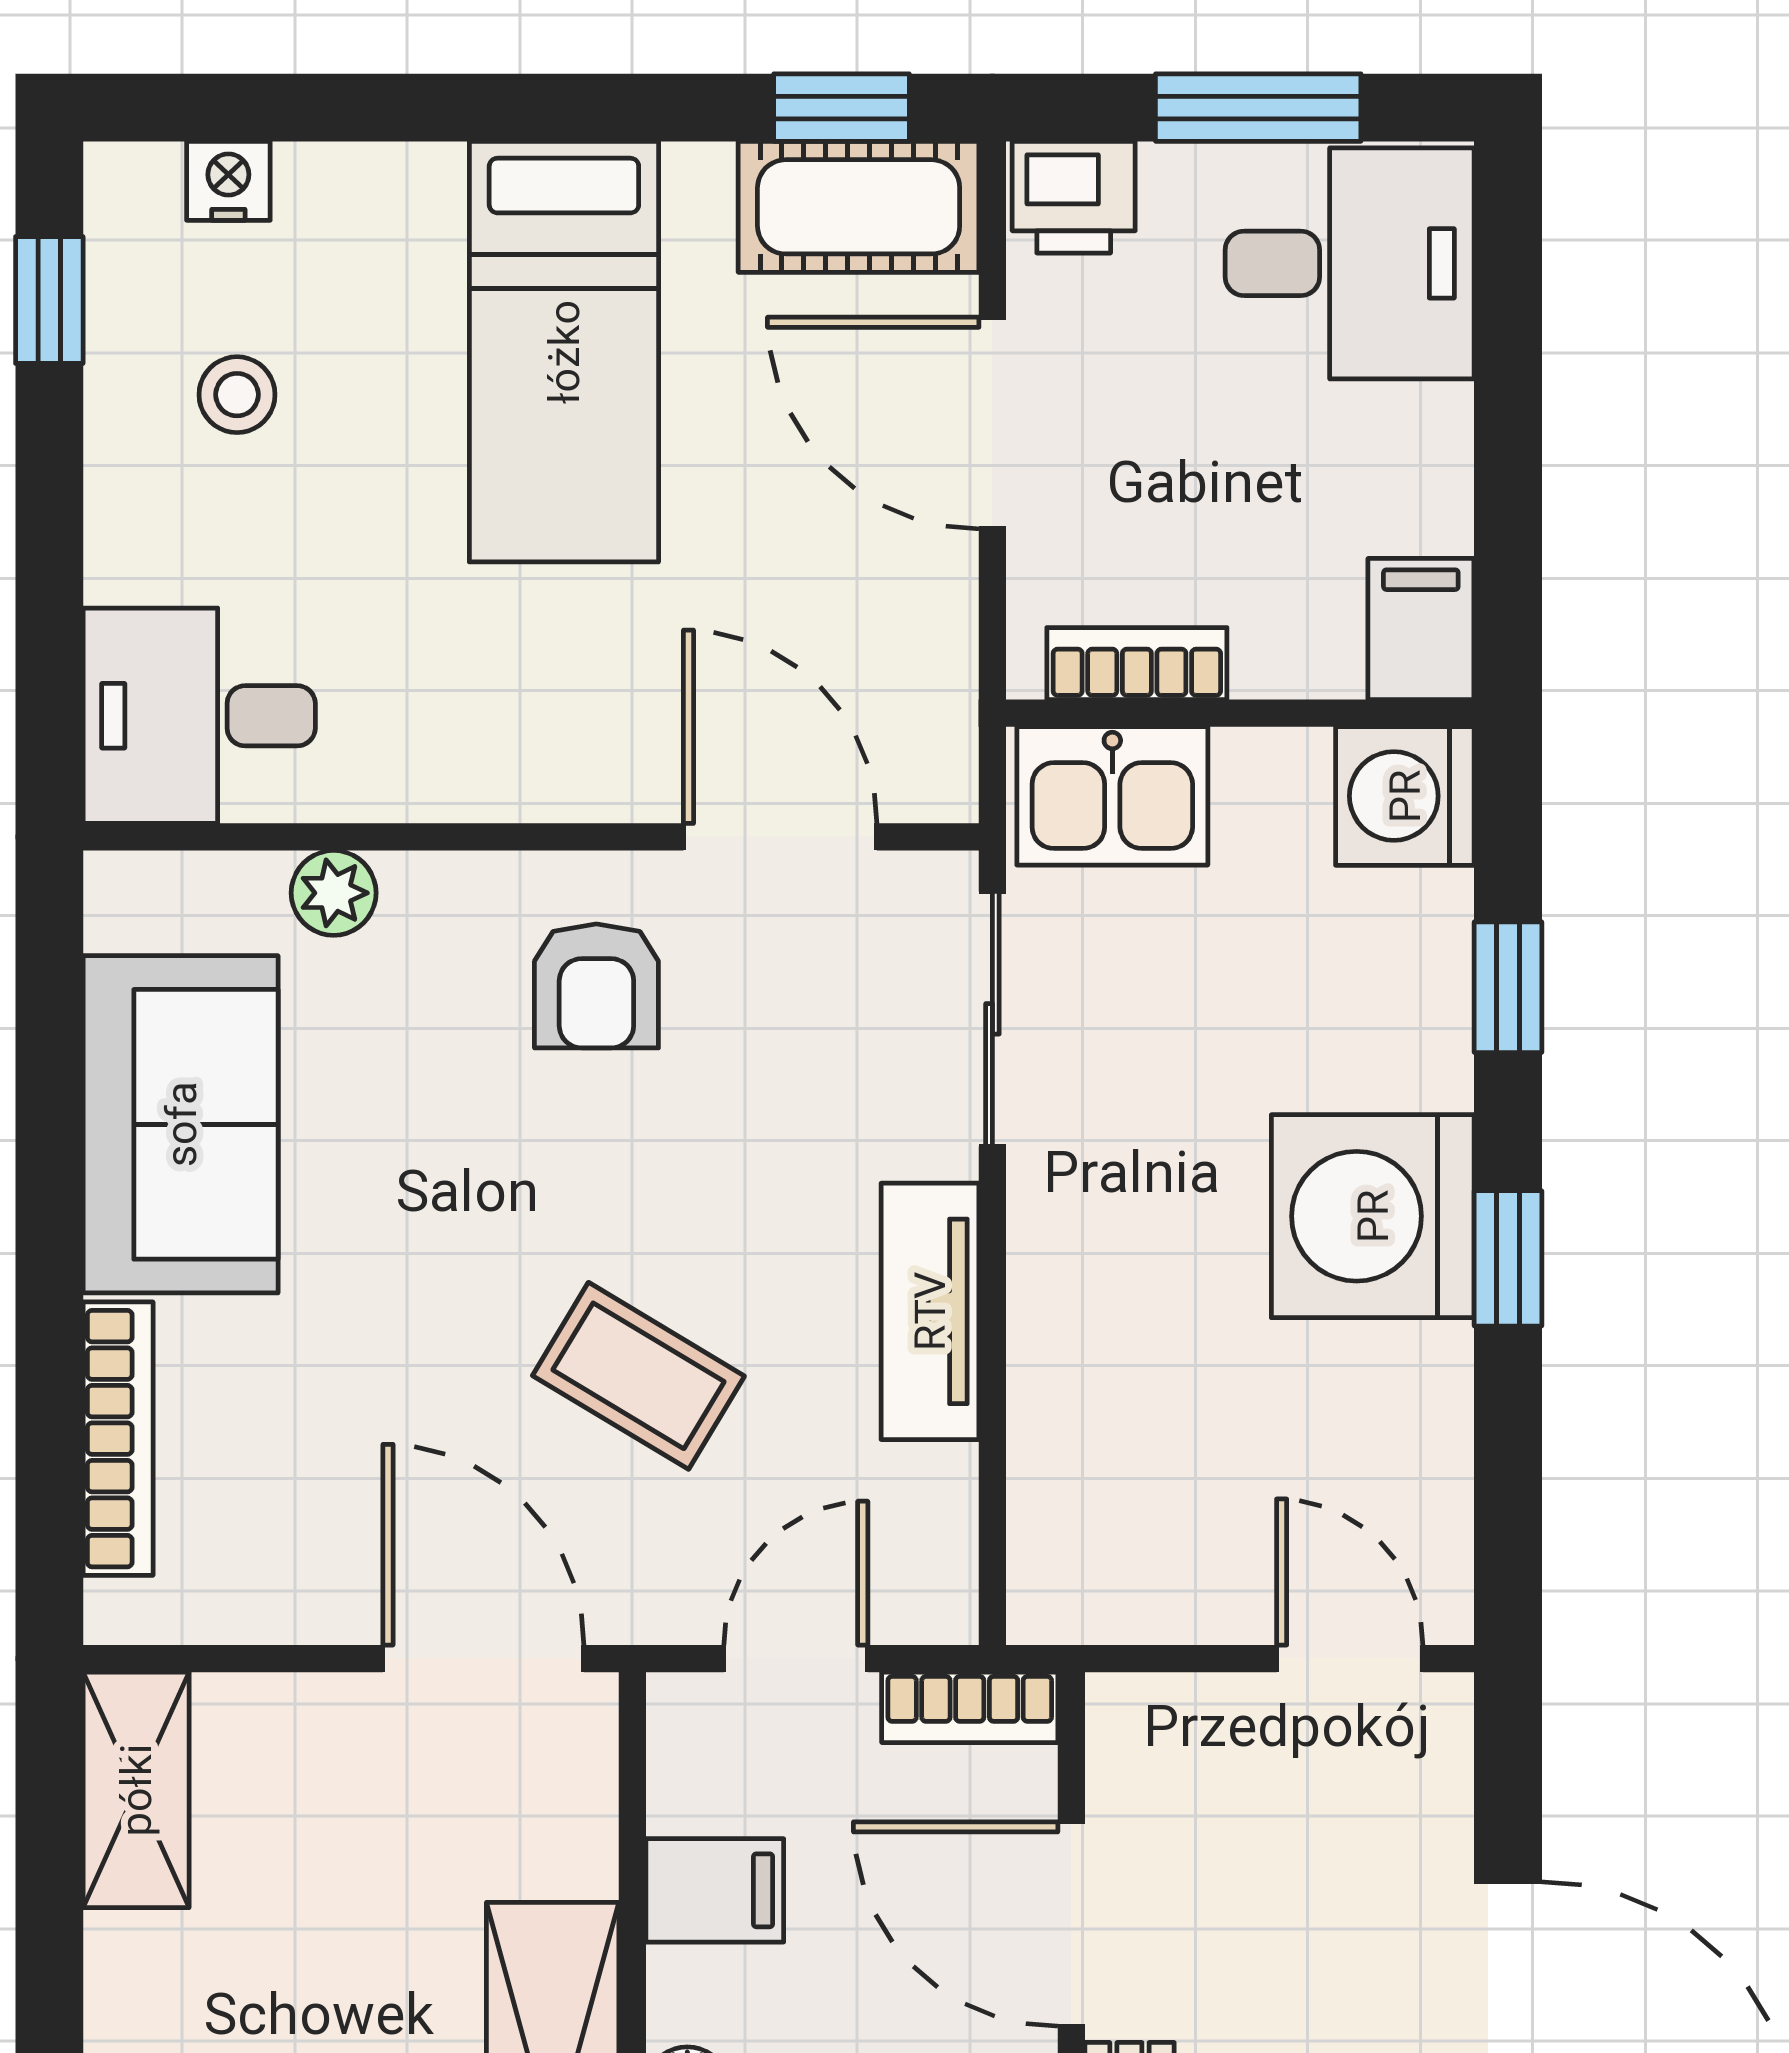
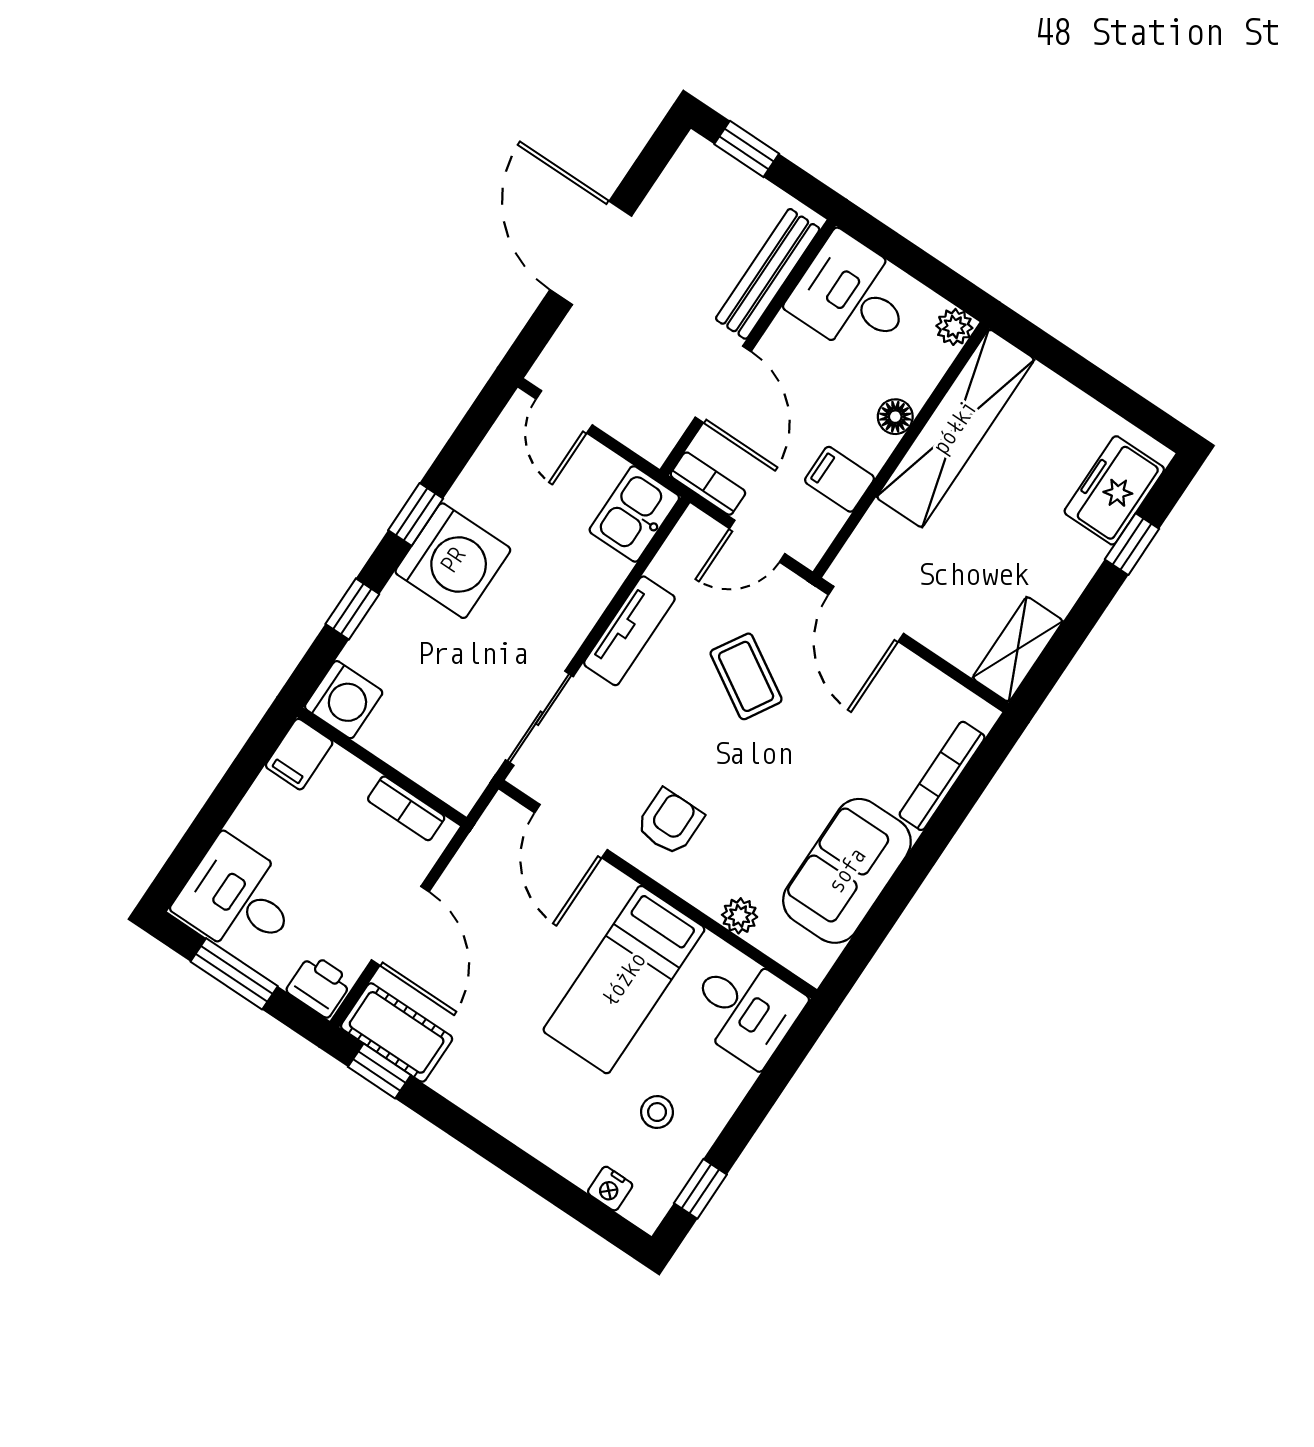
bed: (564, 352) -> (624, 980), moved, turned 180
kitchen sink: (1112, 796) -> (634, 514), moved, turned -90

